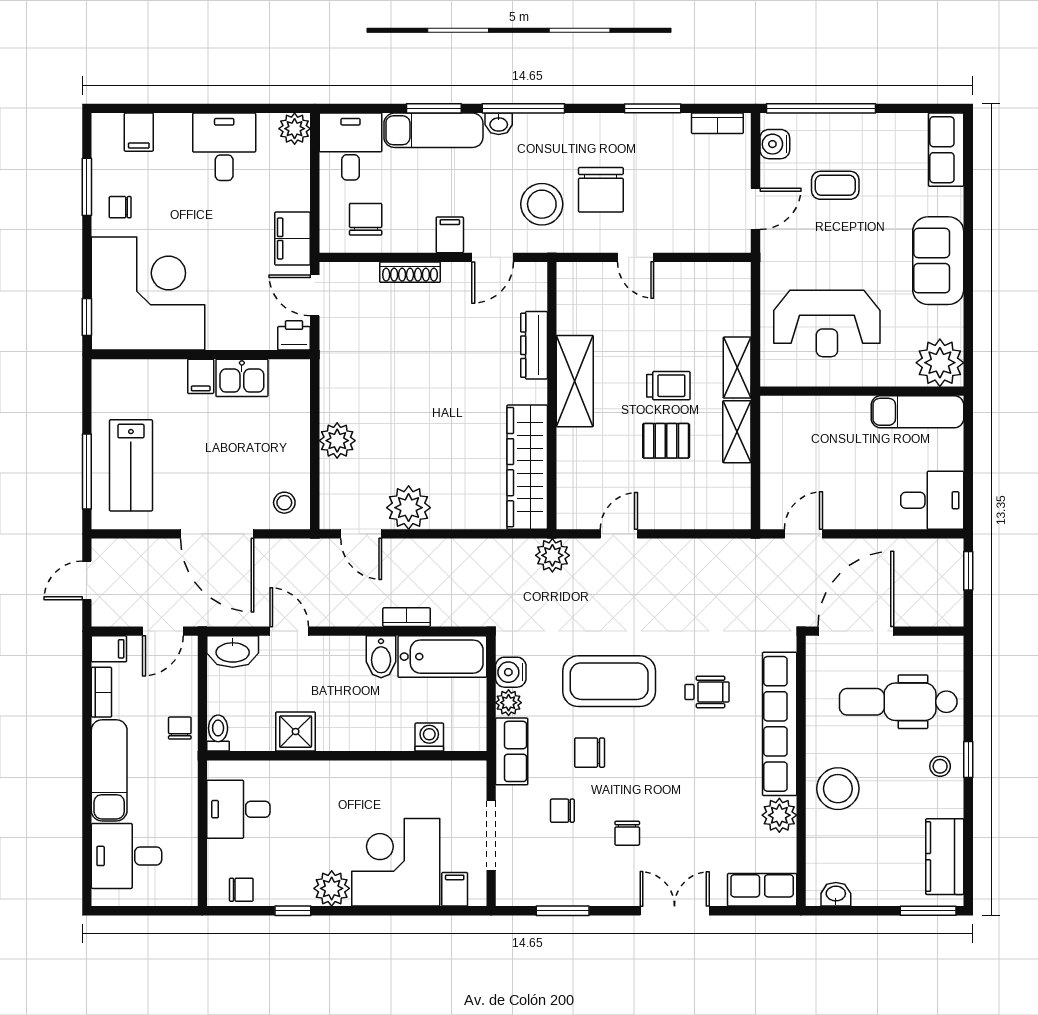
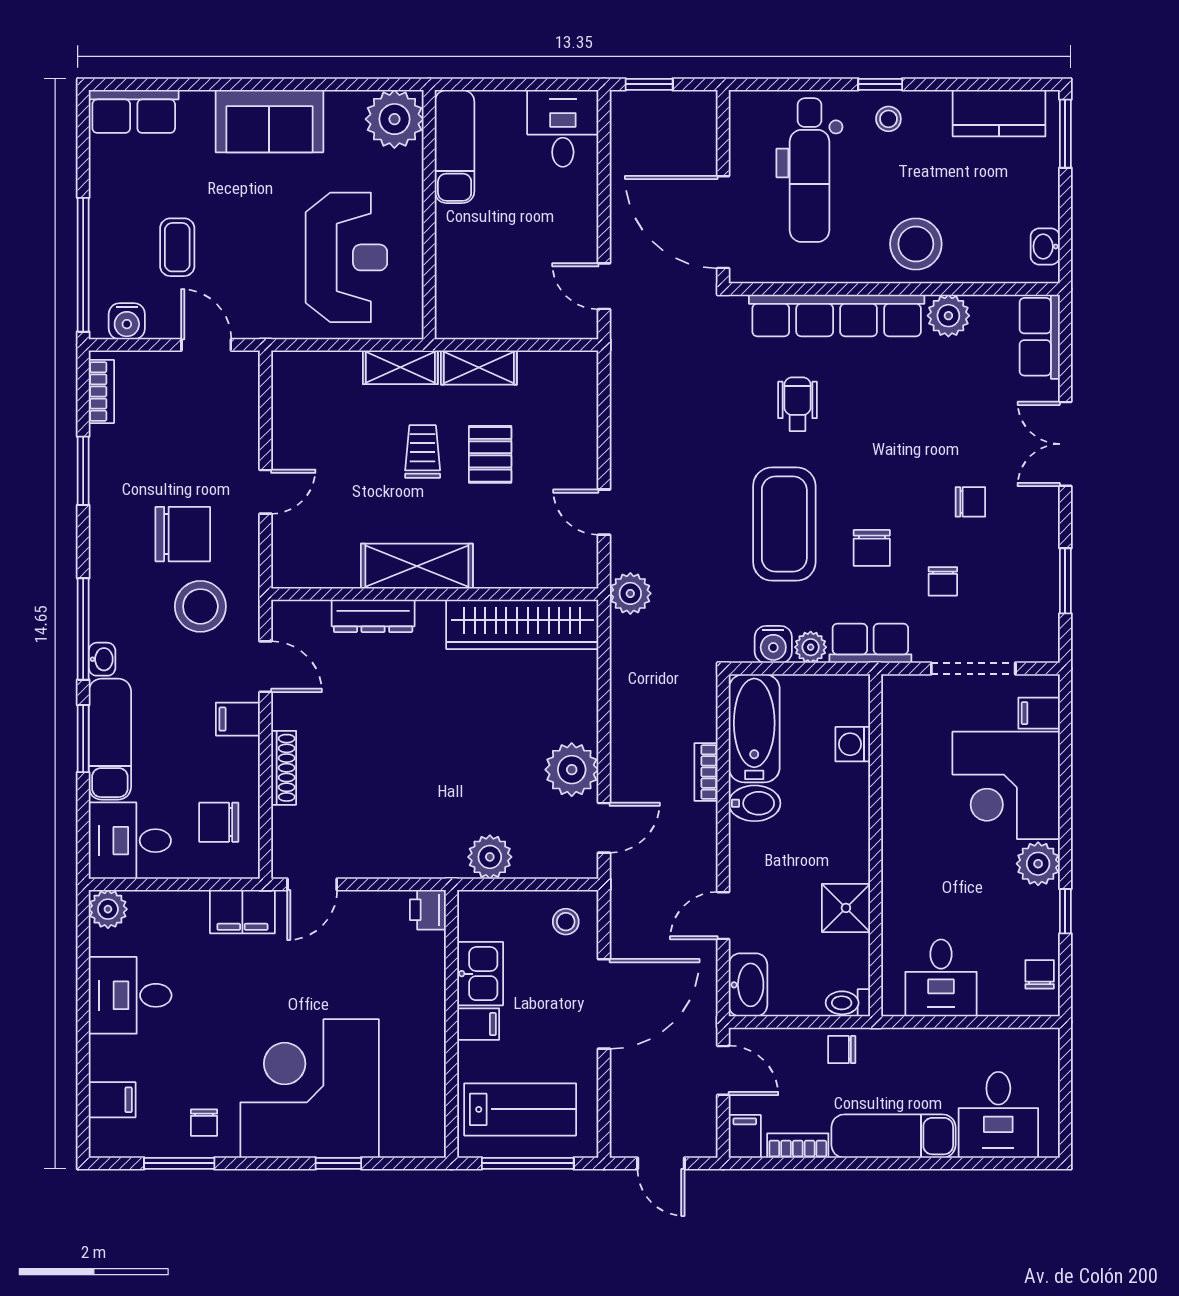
printer: (294, 335) -> (428, 910), moved
wall: (201, 355) -> (451, 1024), moved
filing cabinet: (201, 376) -> (478, 1024), moved
kitchen sink: (242, 378) -> (480, 974), moved

